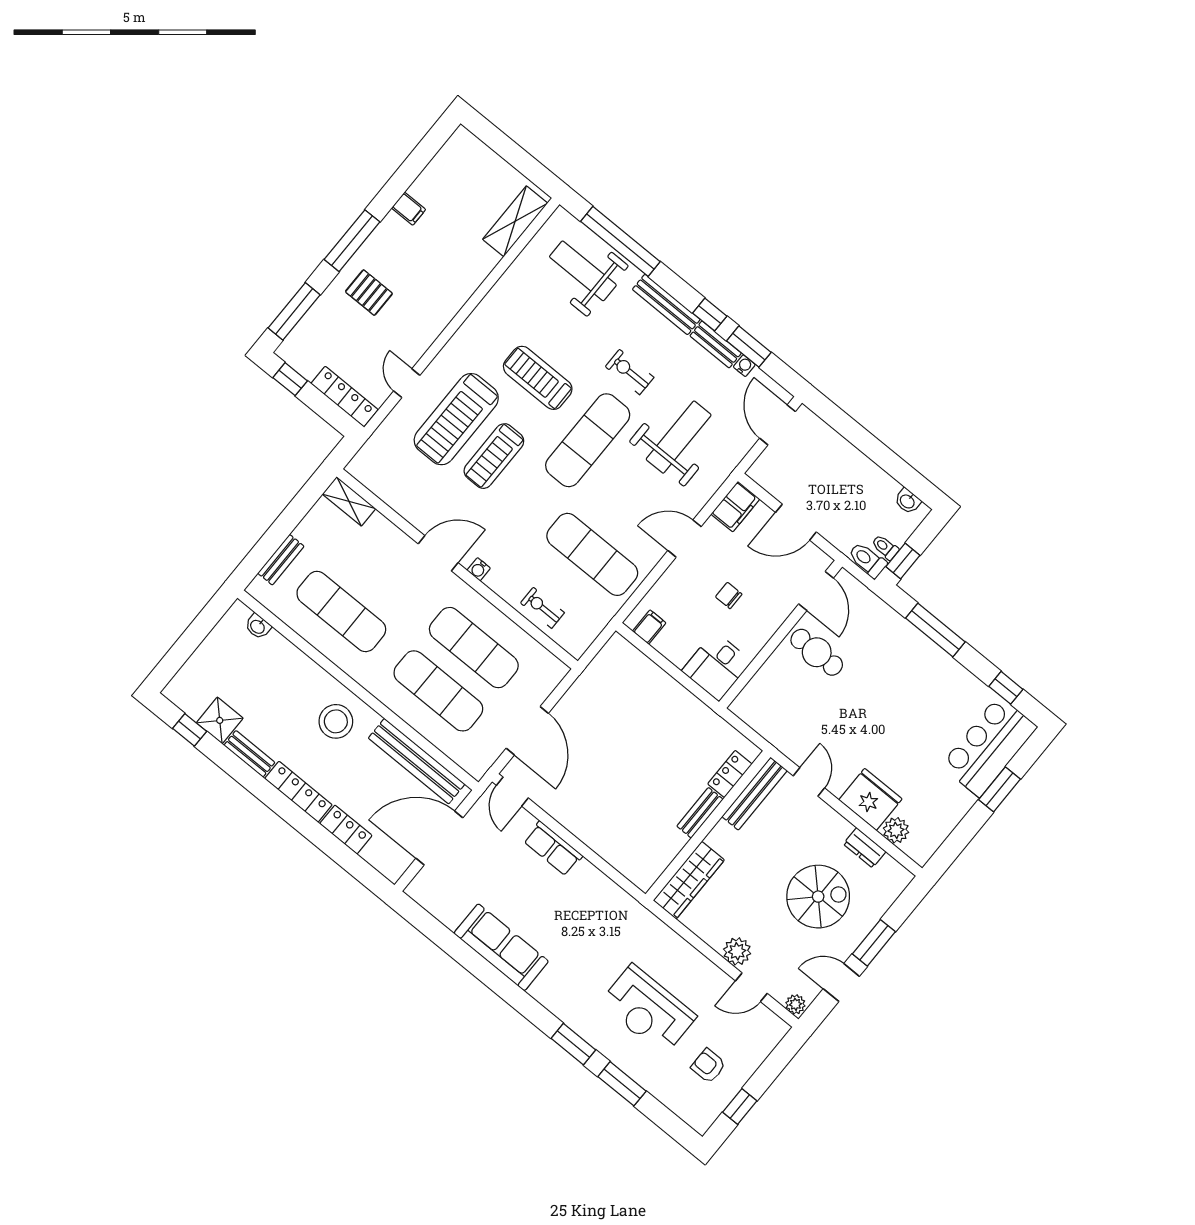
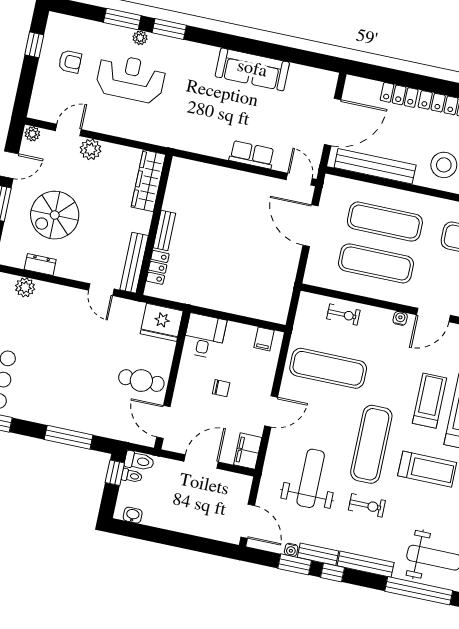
weight bench: (679, 437) -> (311, 478), turned 180
fridge: (870, 799) -> (162, 322), moved
plant: (613, 1051) -> (140, 38), added

